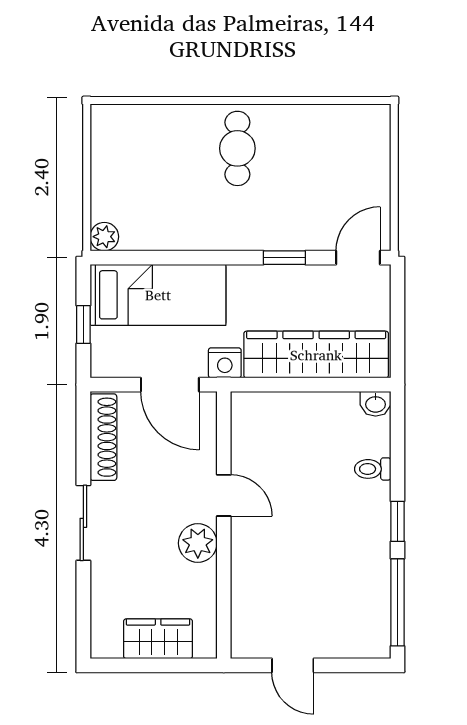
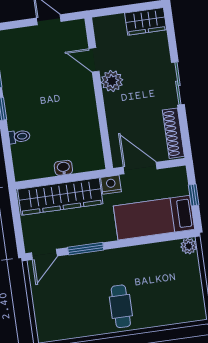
window: (284, 258) -> (86, 249), width x1.50
washbasin: (376, 404) -> (63, 168), moved
door: (224, 495) -> (94, 60), moved
wardrobe: (158, 639) -> (146, 21), moved

